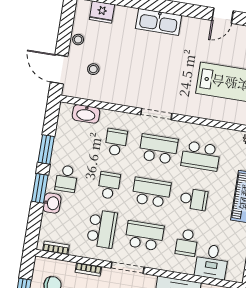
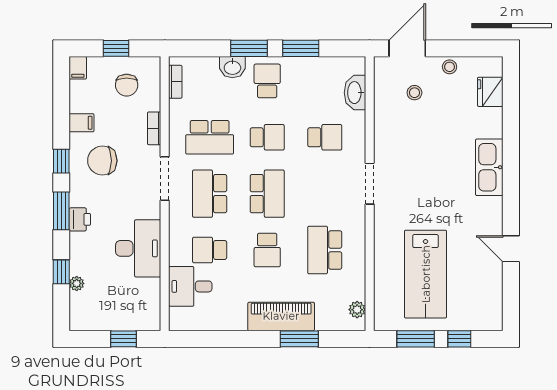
school desk: (158, 149) -> (325, 194), removed
school desk: (66, 179) -> (267, 81), turned 90
school desk: (144, 236) -> (210, 194), turned 180

